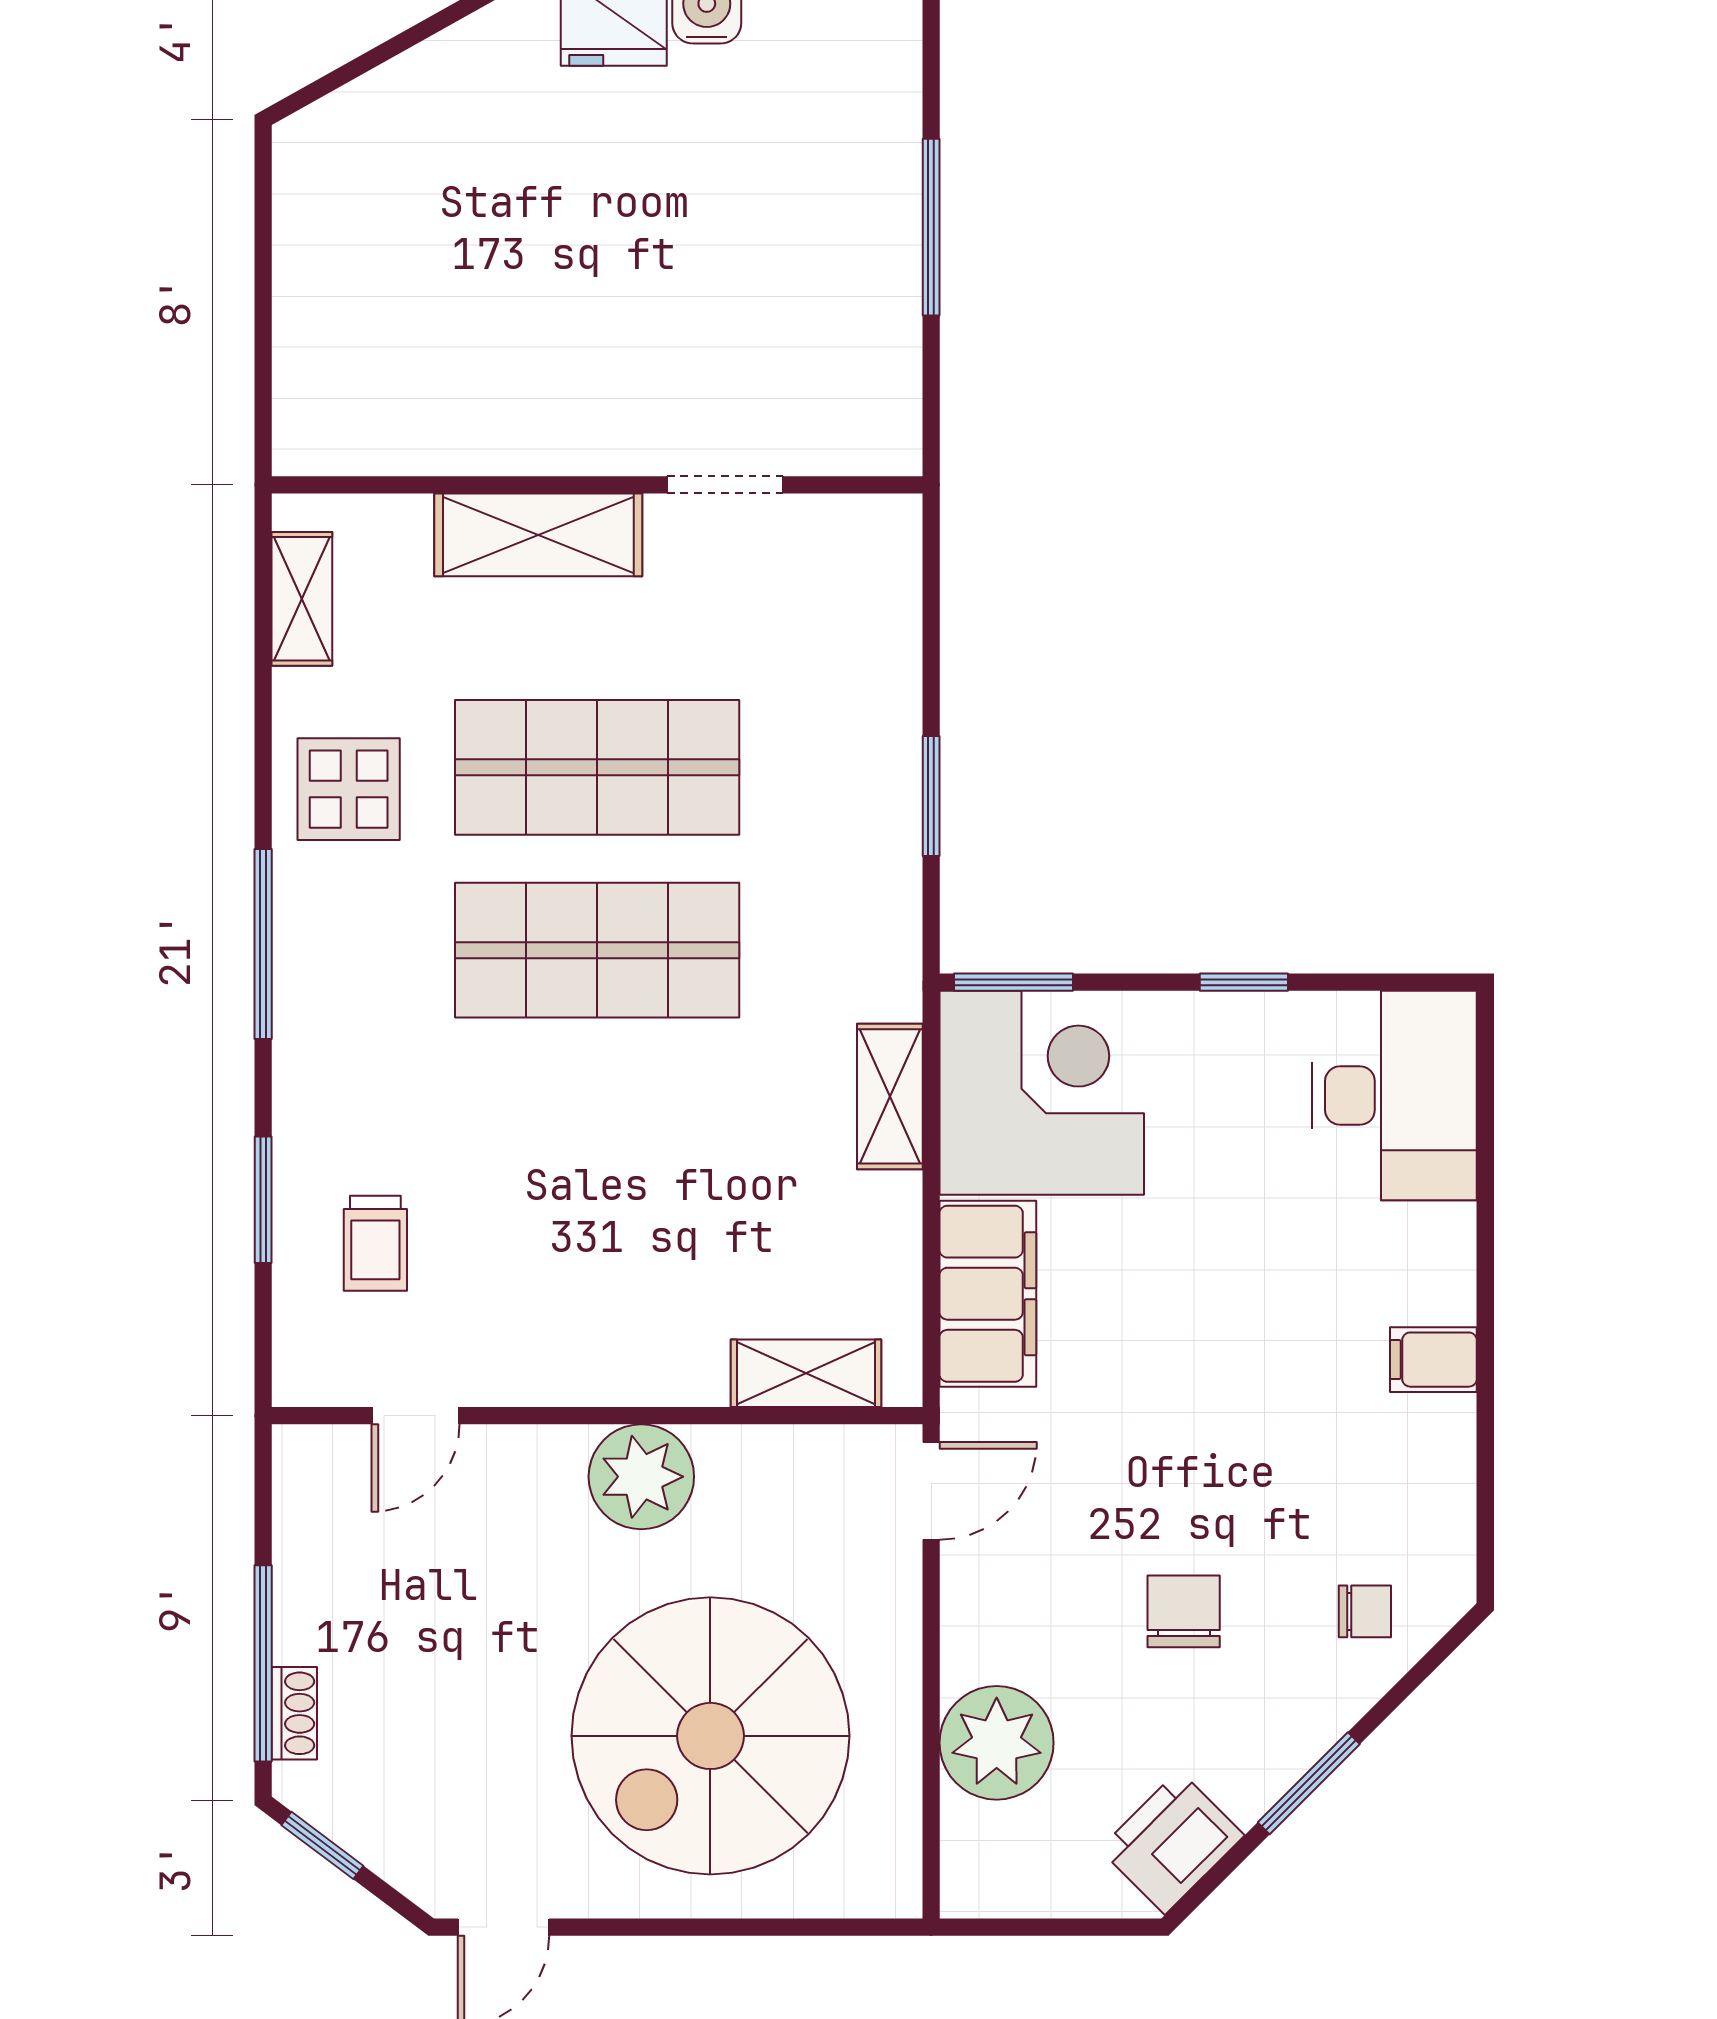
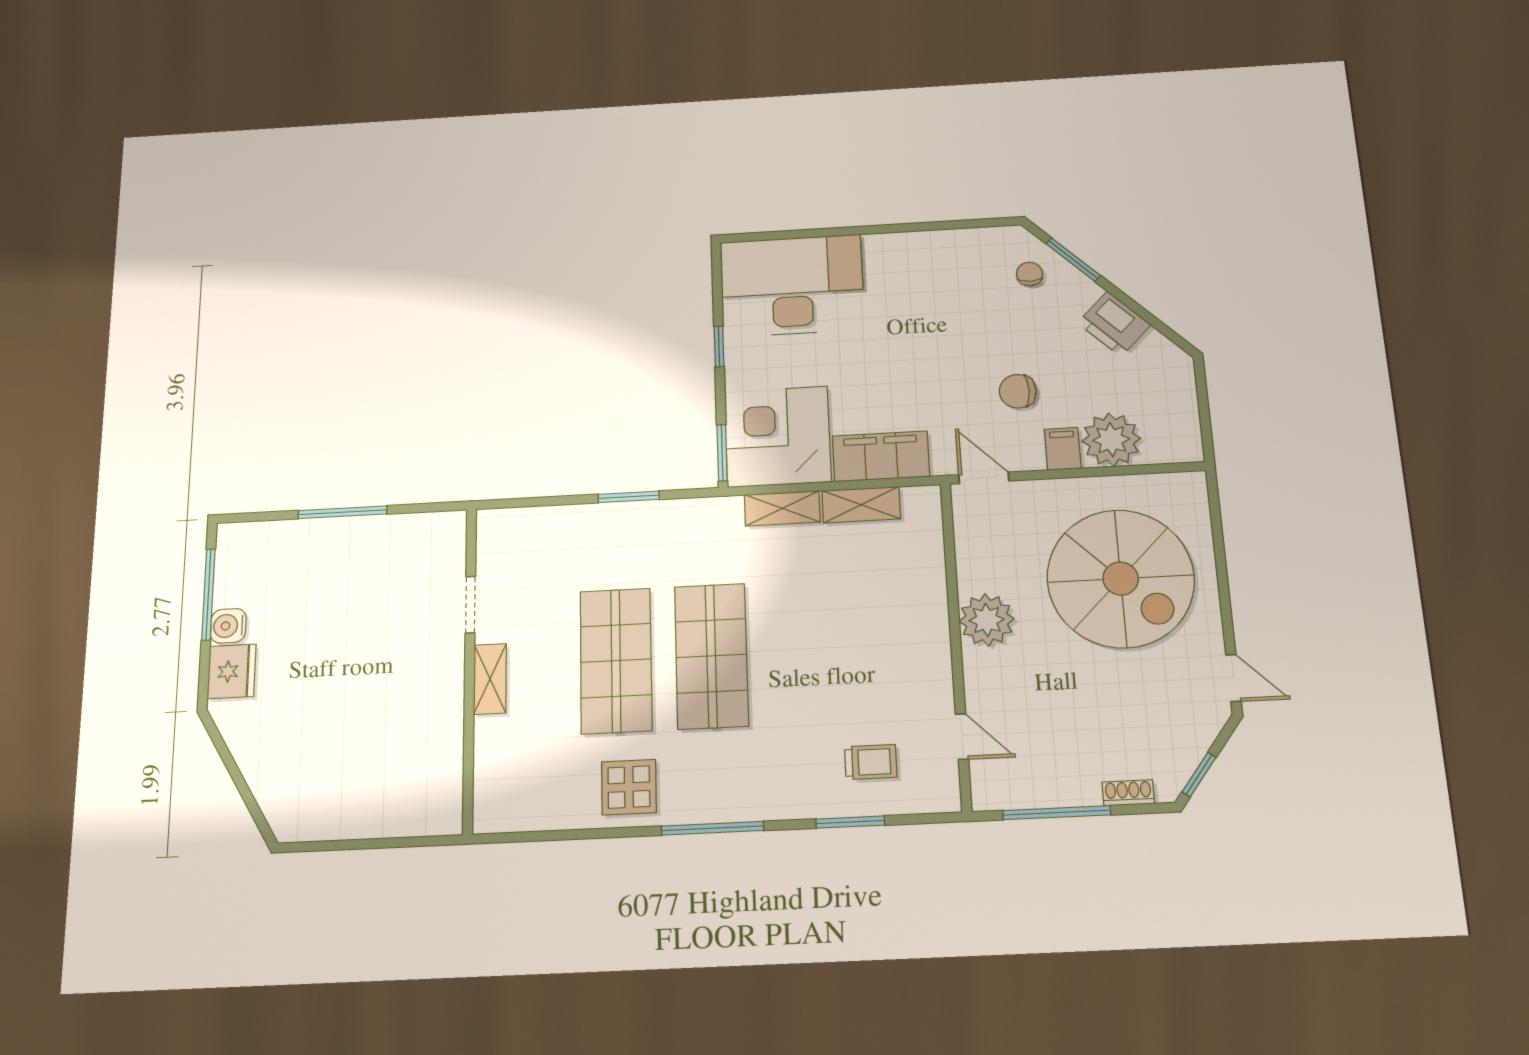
shelving: (538, 535) -> (490, 679), width x0.67, depth x0.75
shelving: (302, 599) -> (528, 816), removed
desk: (1394, 1096) -> (792, 286), width x1.36, depth x1.30
filing cabinet: (1433, 1360) -> (1063, 449), moved, turned 180
shelving: (806, 1373) -> (861, 505), moved, turned 90
chair: (1184, 1611) -> (1018, 391), moved
window: (263, 1663) -> (1057, 813), moved
window: (1309, 1783) -> (1073, 260), moved
printer: (1172, 1842) -> (1114, 324), moved

